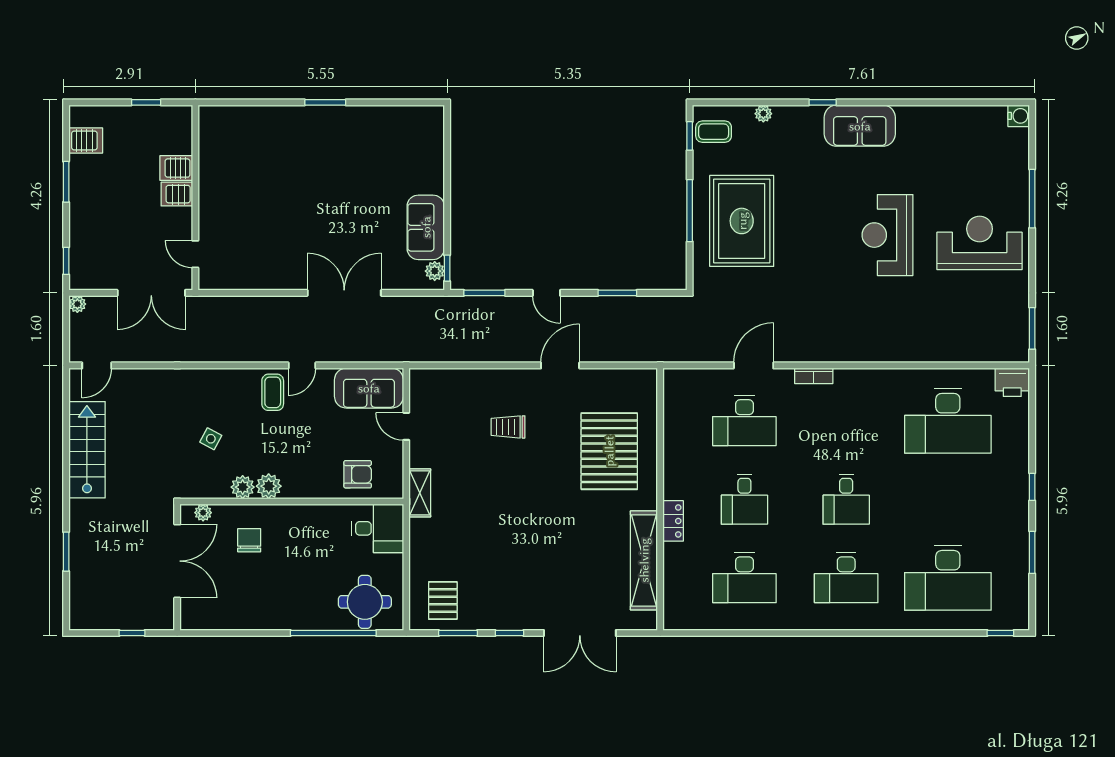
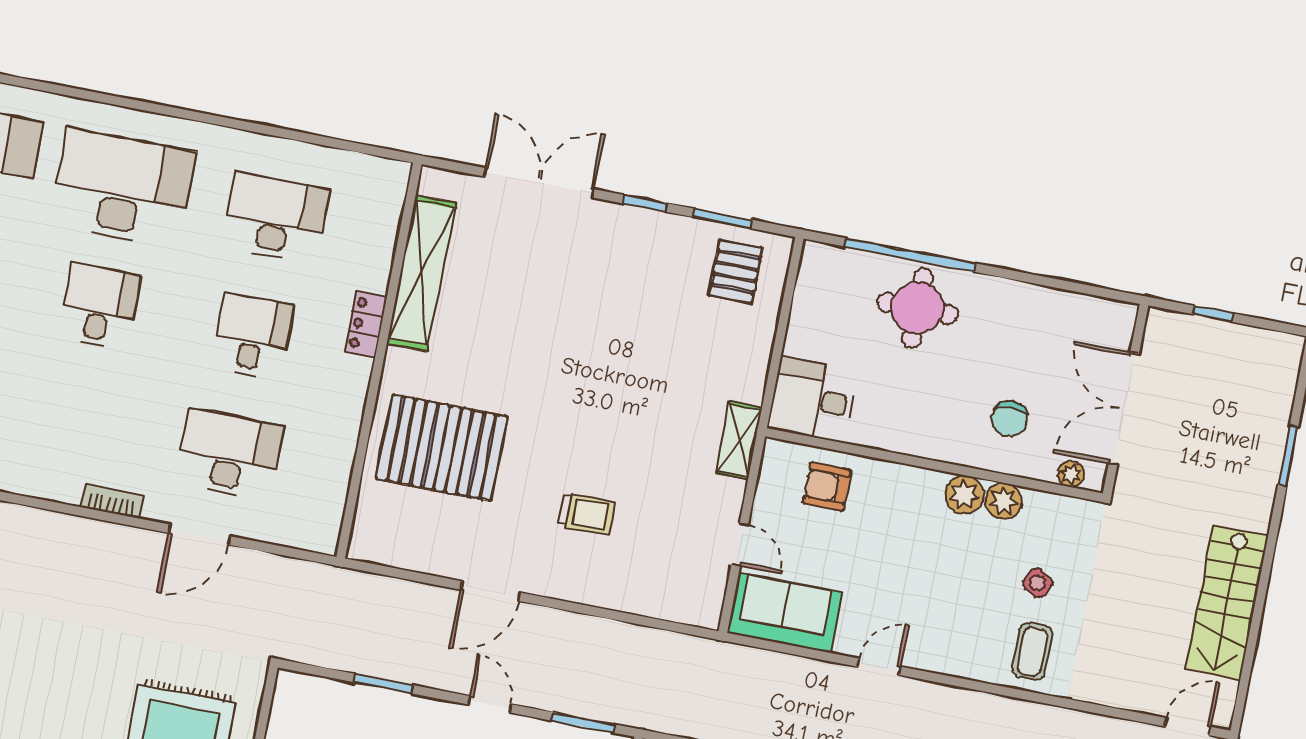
coffee table: (273, 392) -> (1032, 651), moved
pallet: (609, 451) -> (442, 448), turned 90
desk: (846, 578) -> (122, 188), width x1.36, depth x1.30
round table: (365, 602) -> (917, 308), moved

